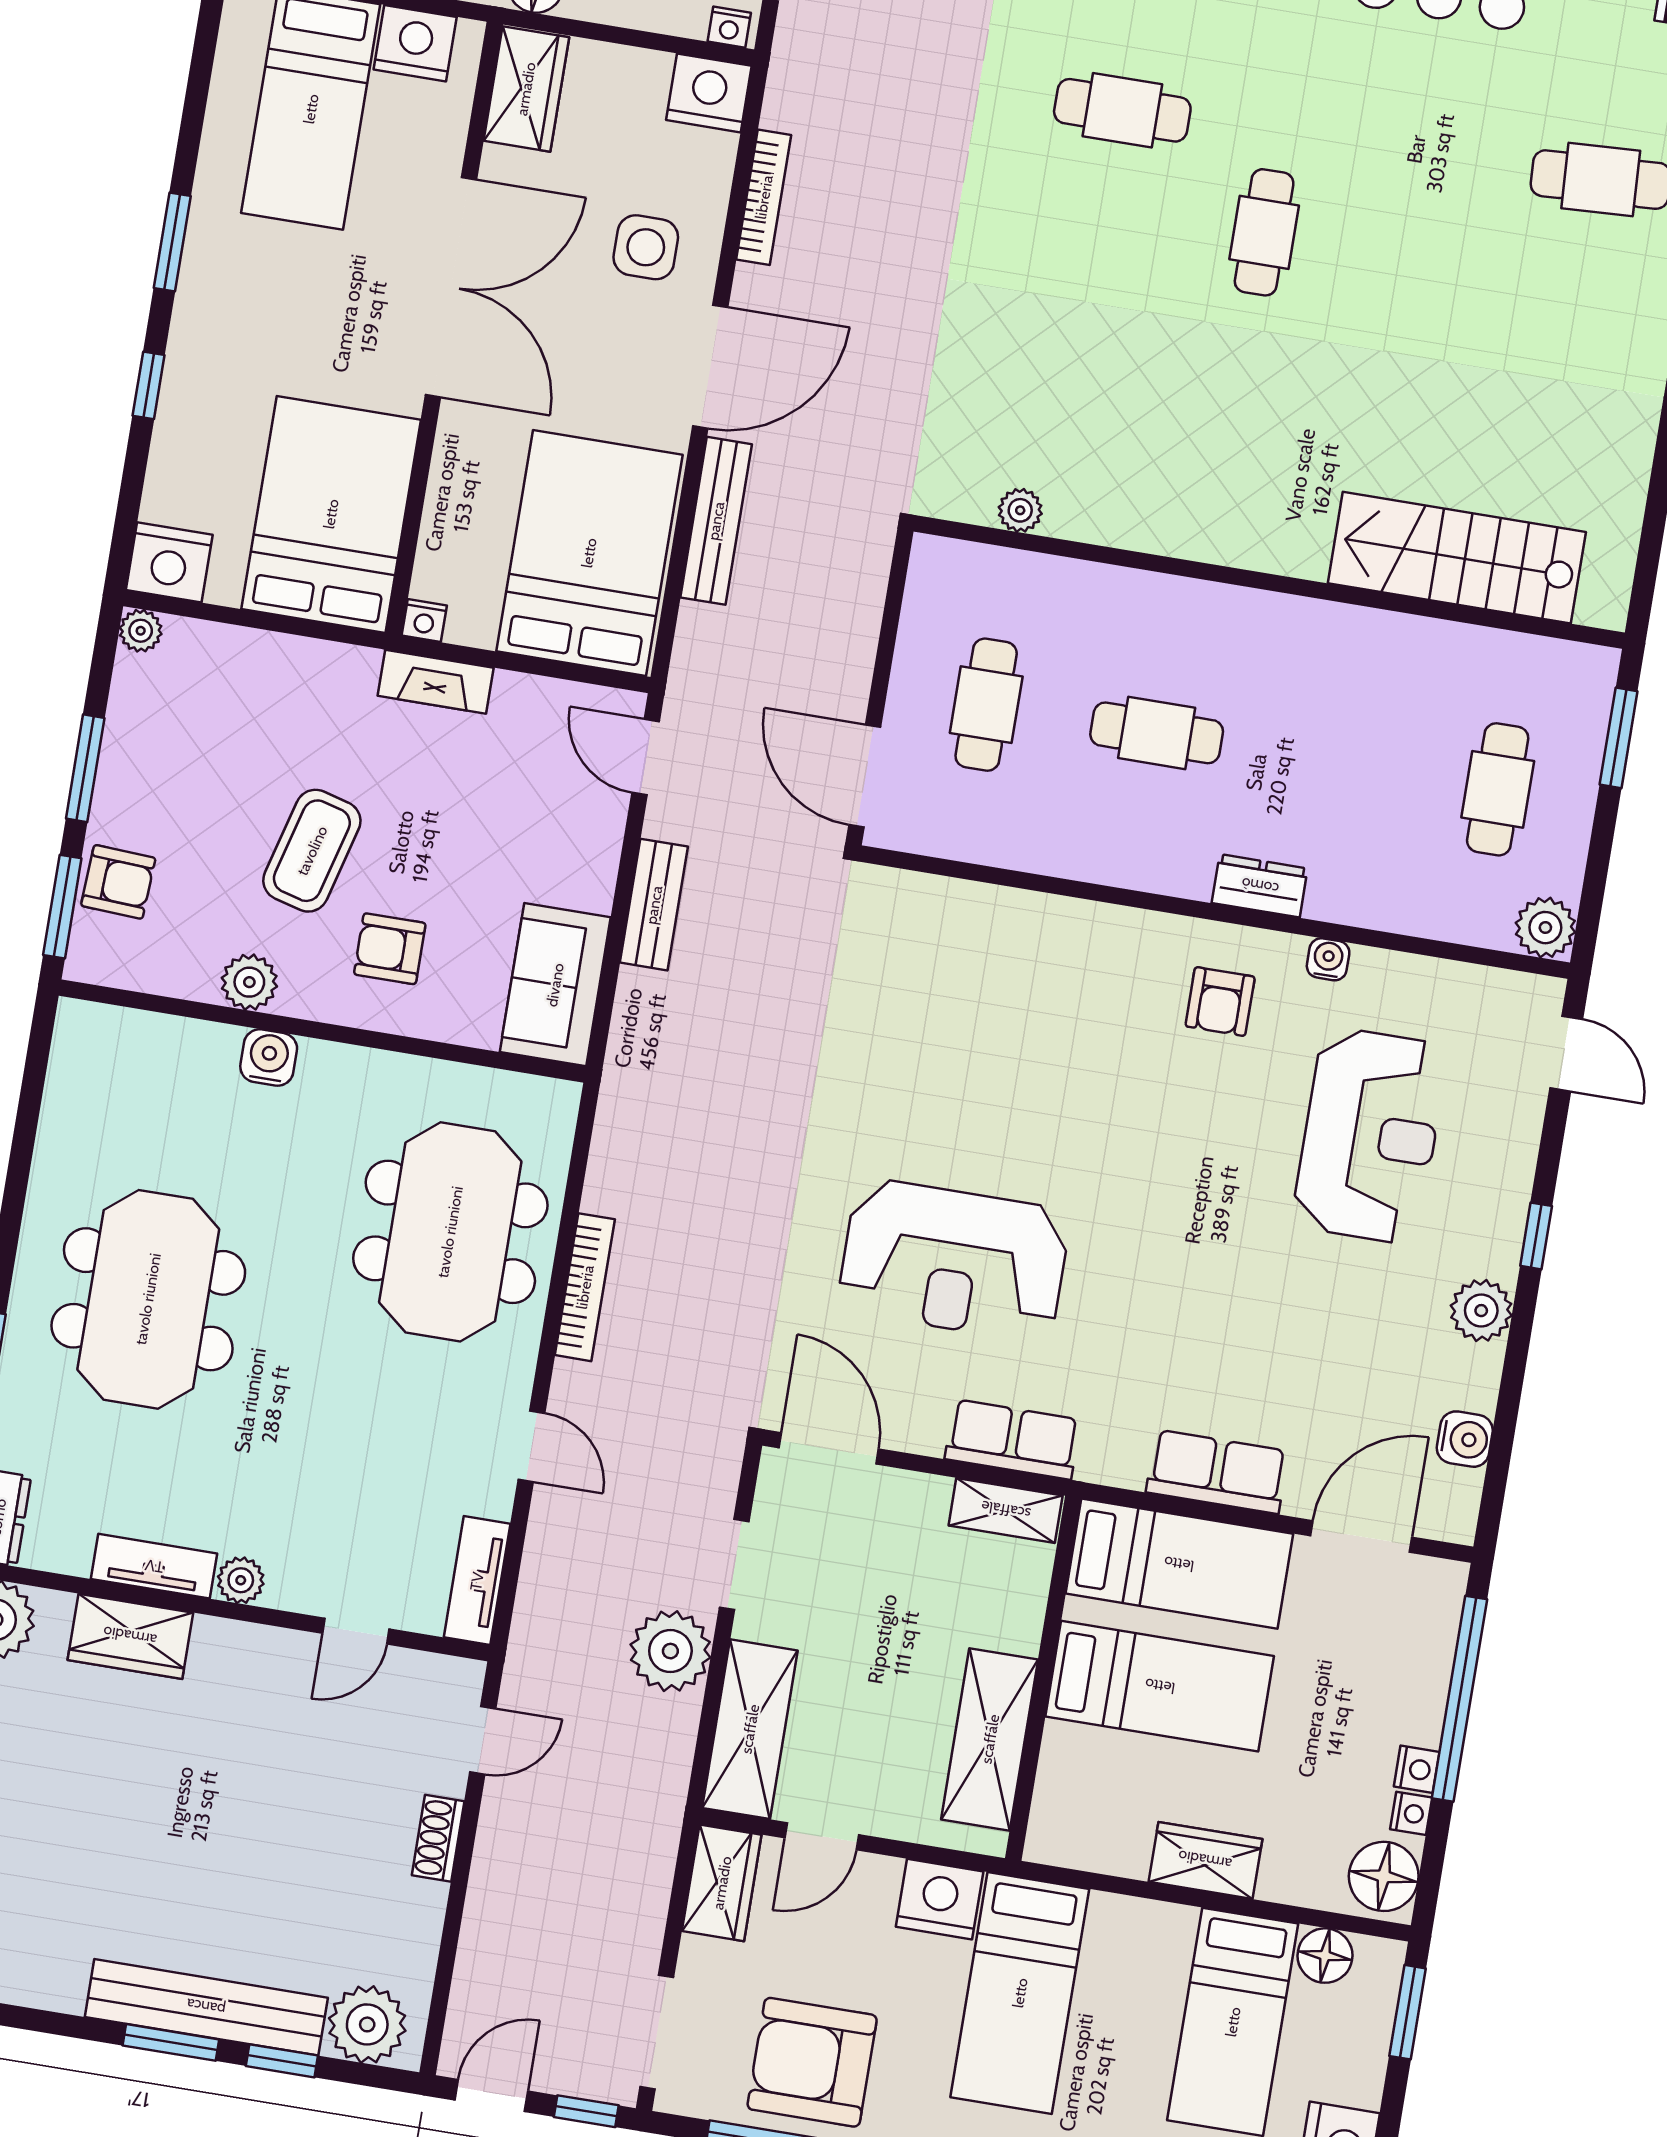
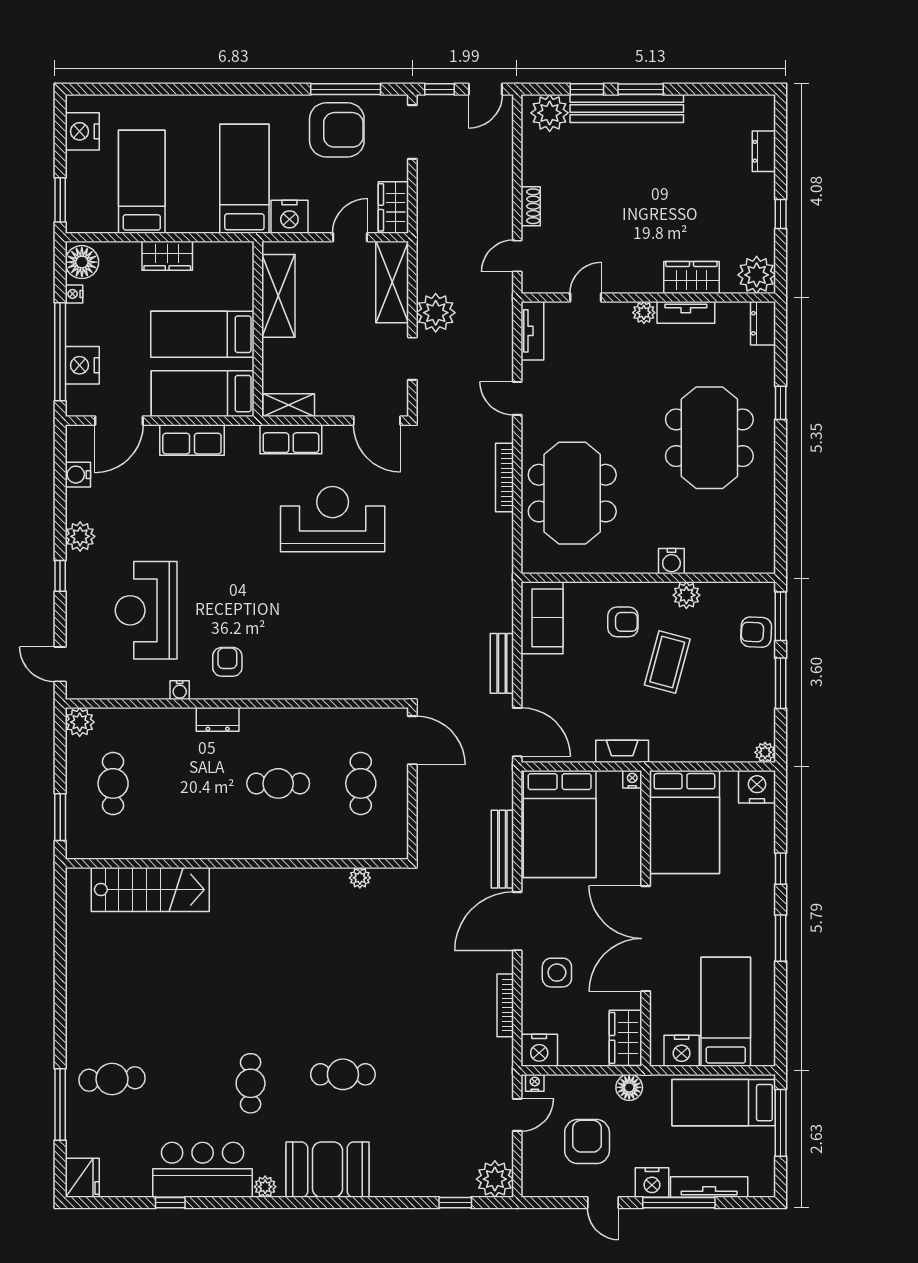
cafe table: (1264, 232) -> (251, 1083), moved
door: (646, 757) -> (517, 732), width x1.38
nightstand: (1417, 1769) -> (82, 365), moved, width x1.89, depth x1.79
floor lamp: (1325, 1956) -> (103, 220), removed

